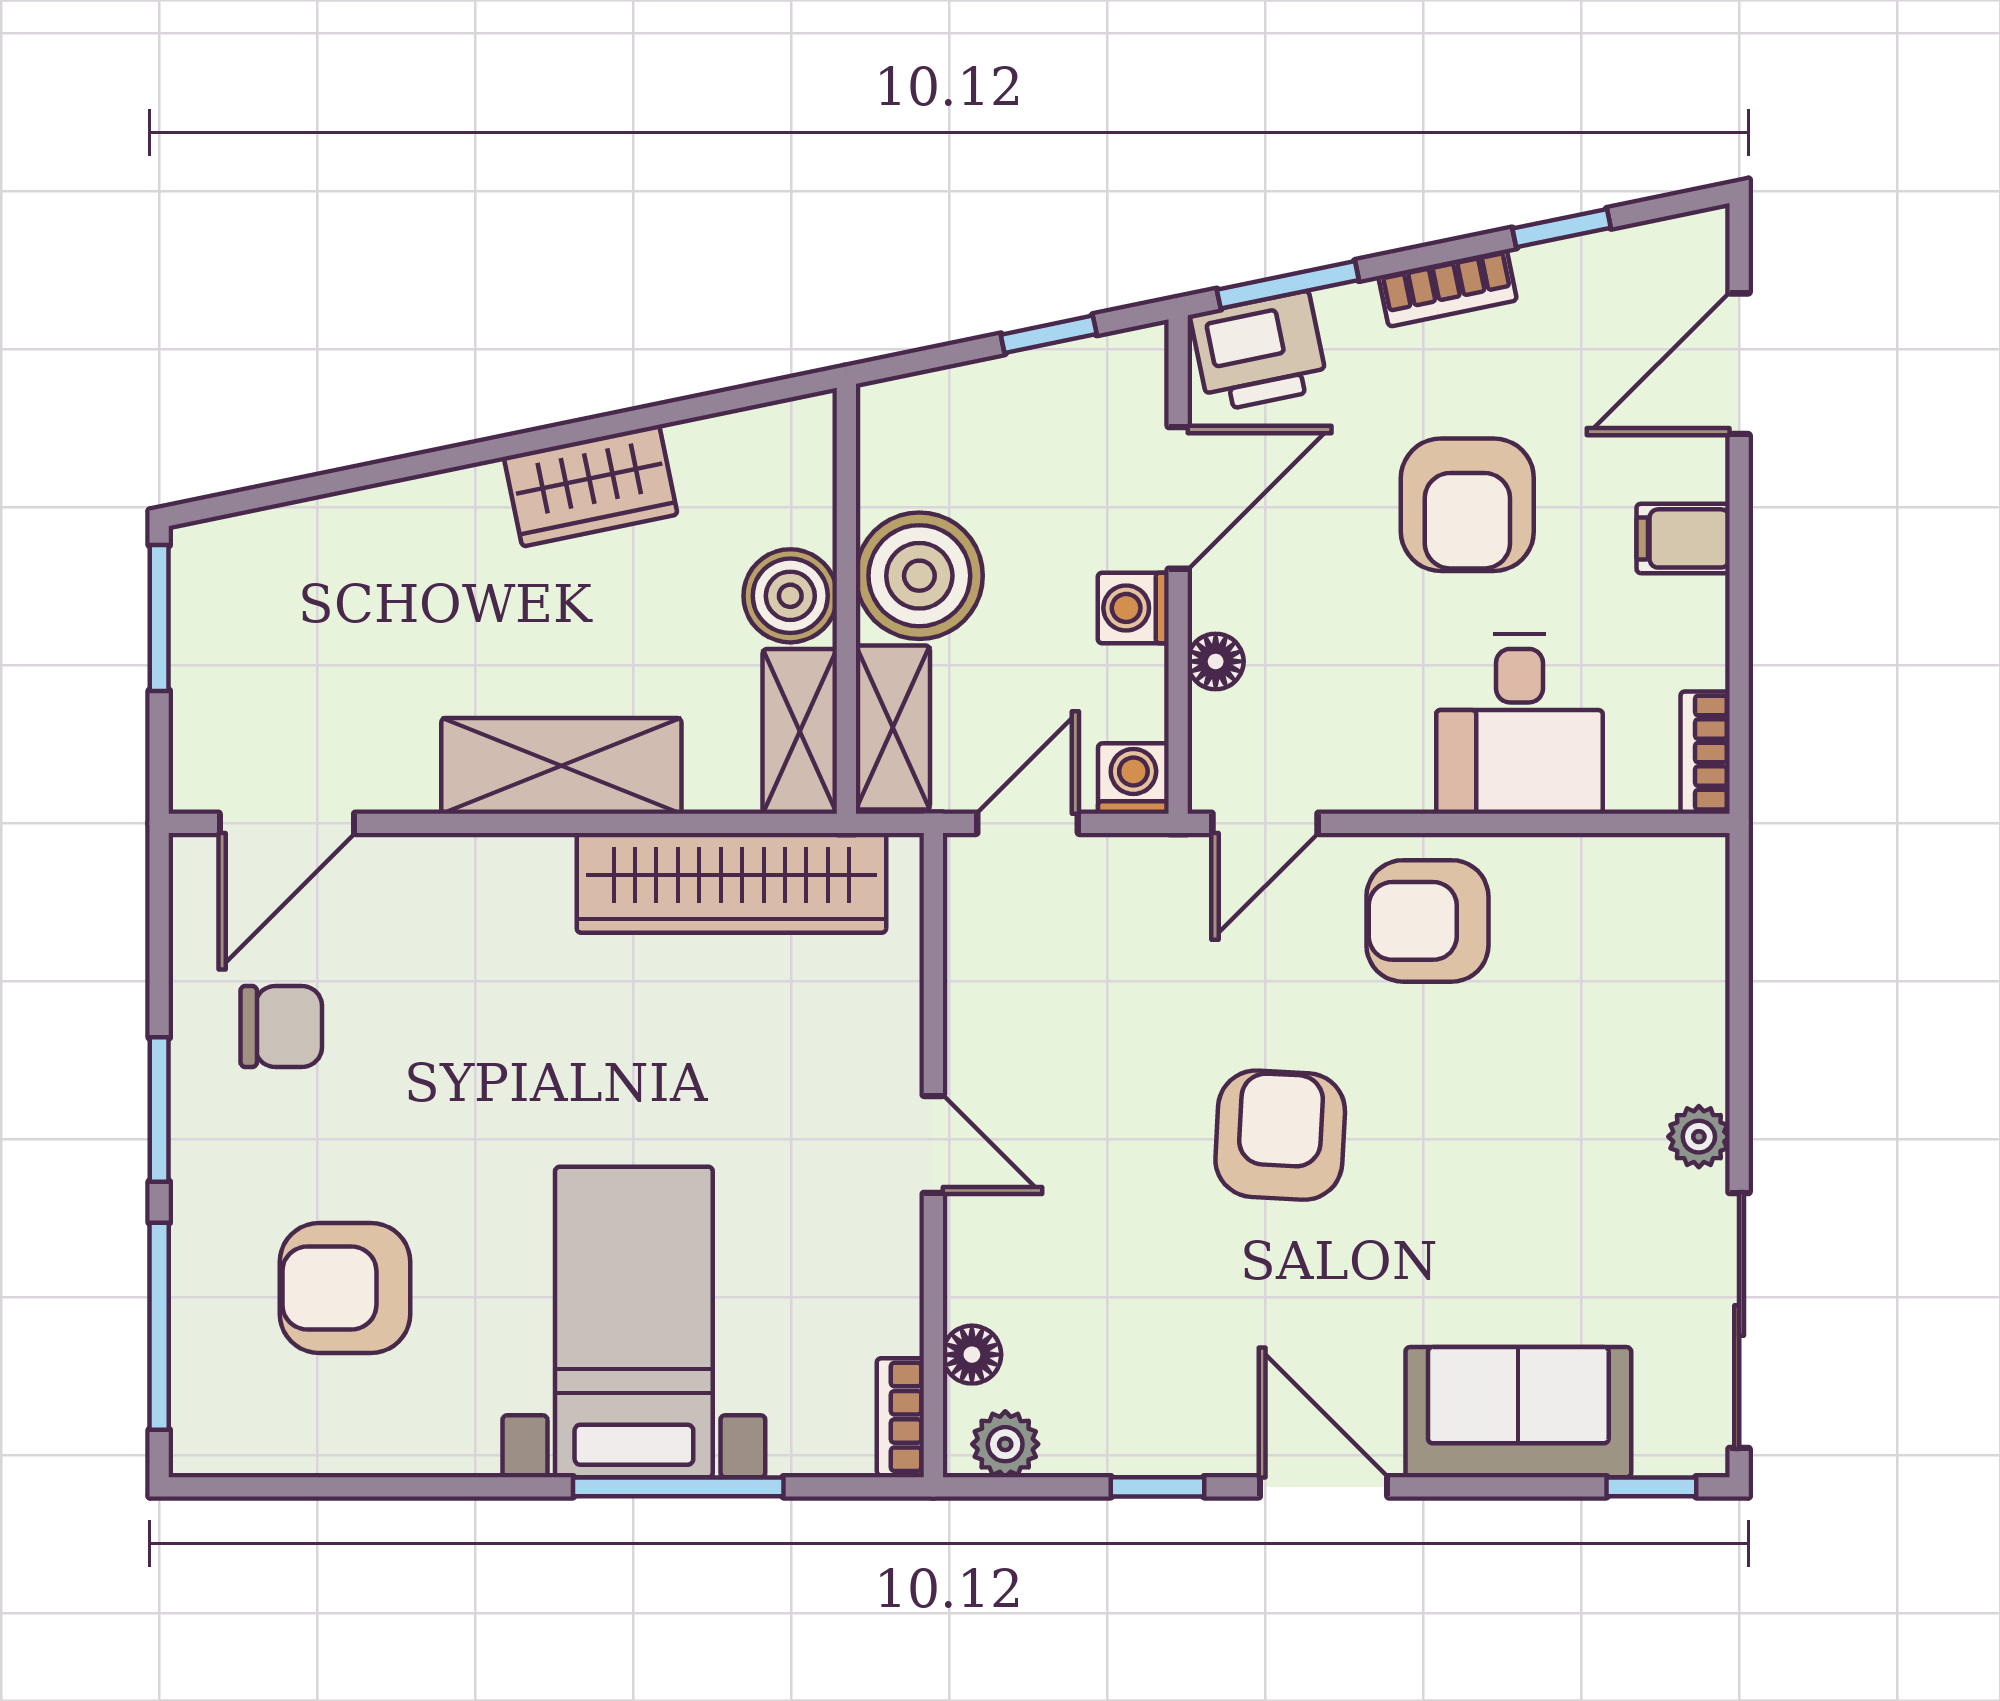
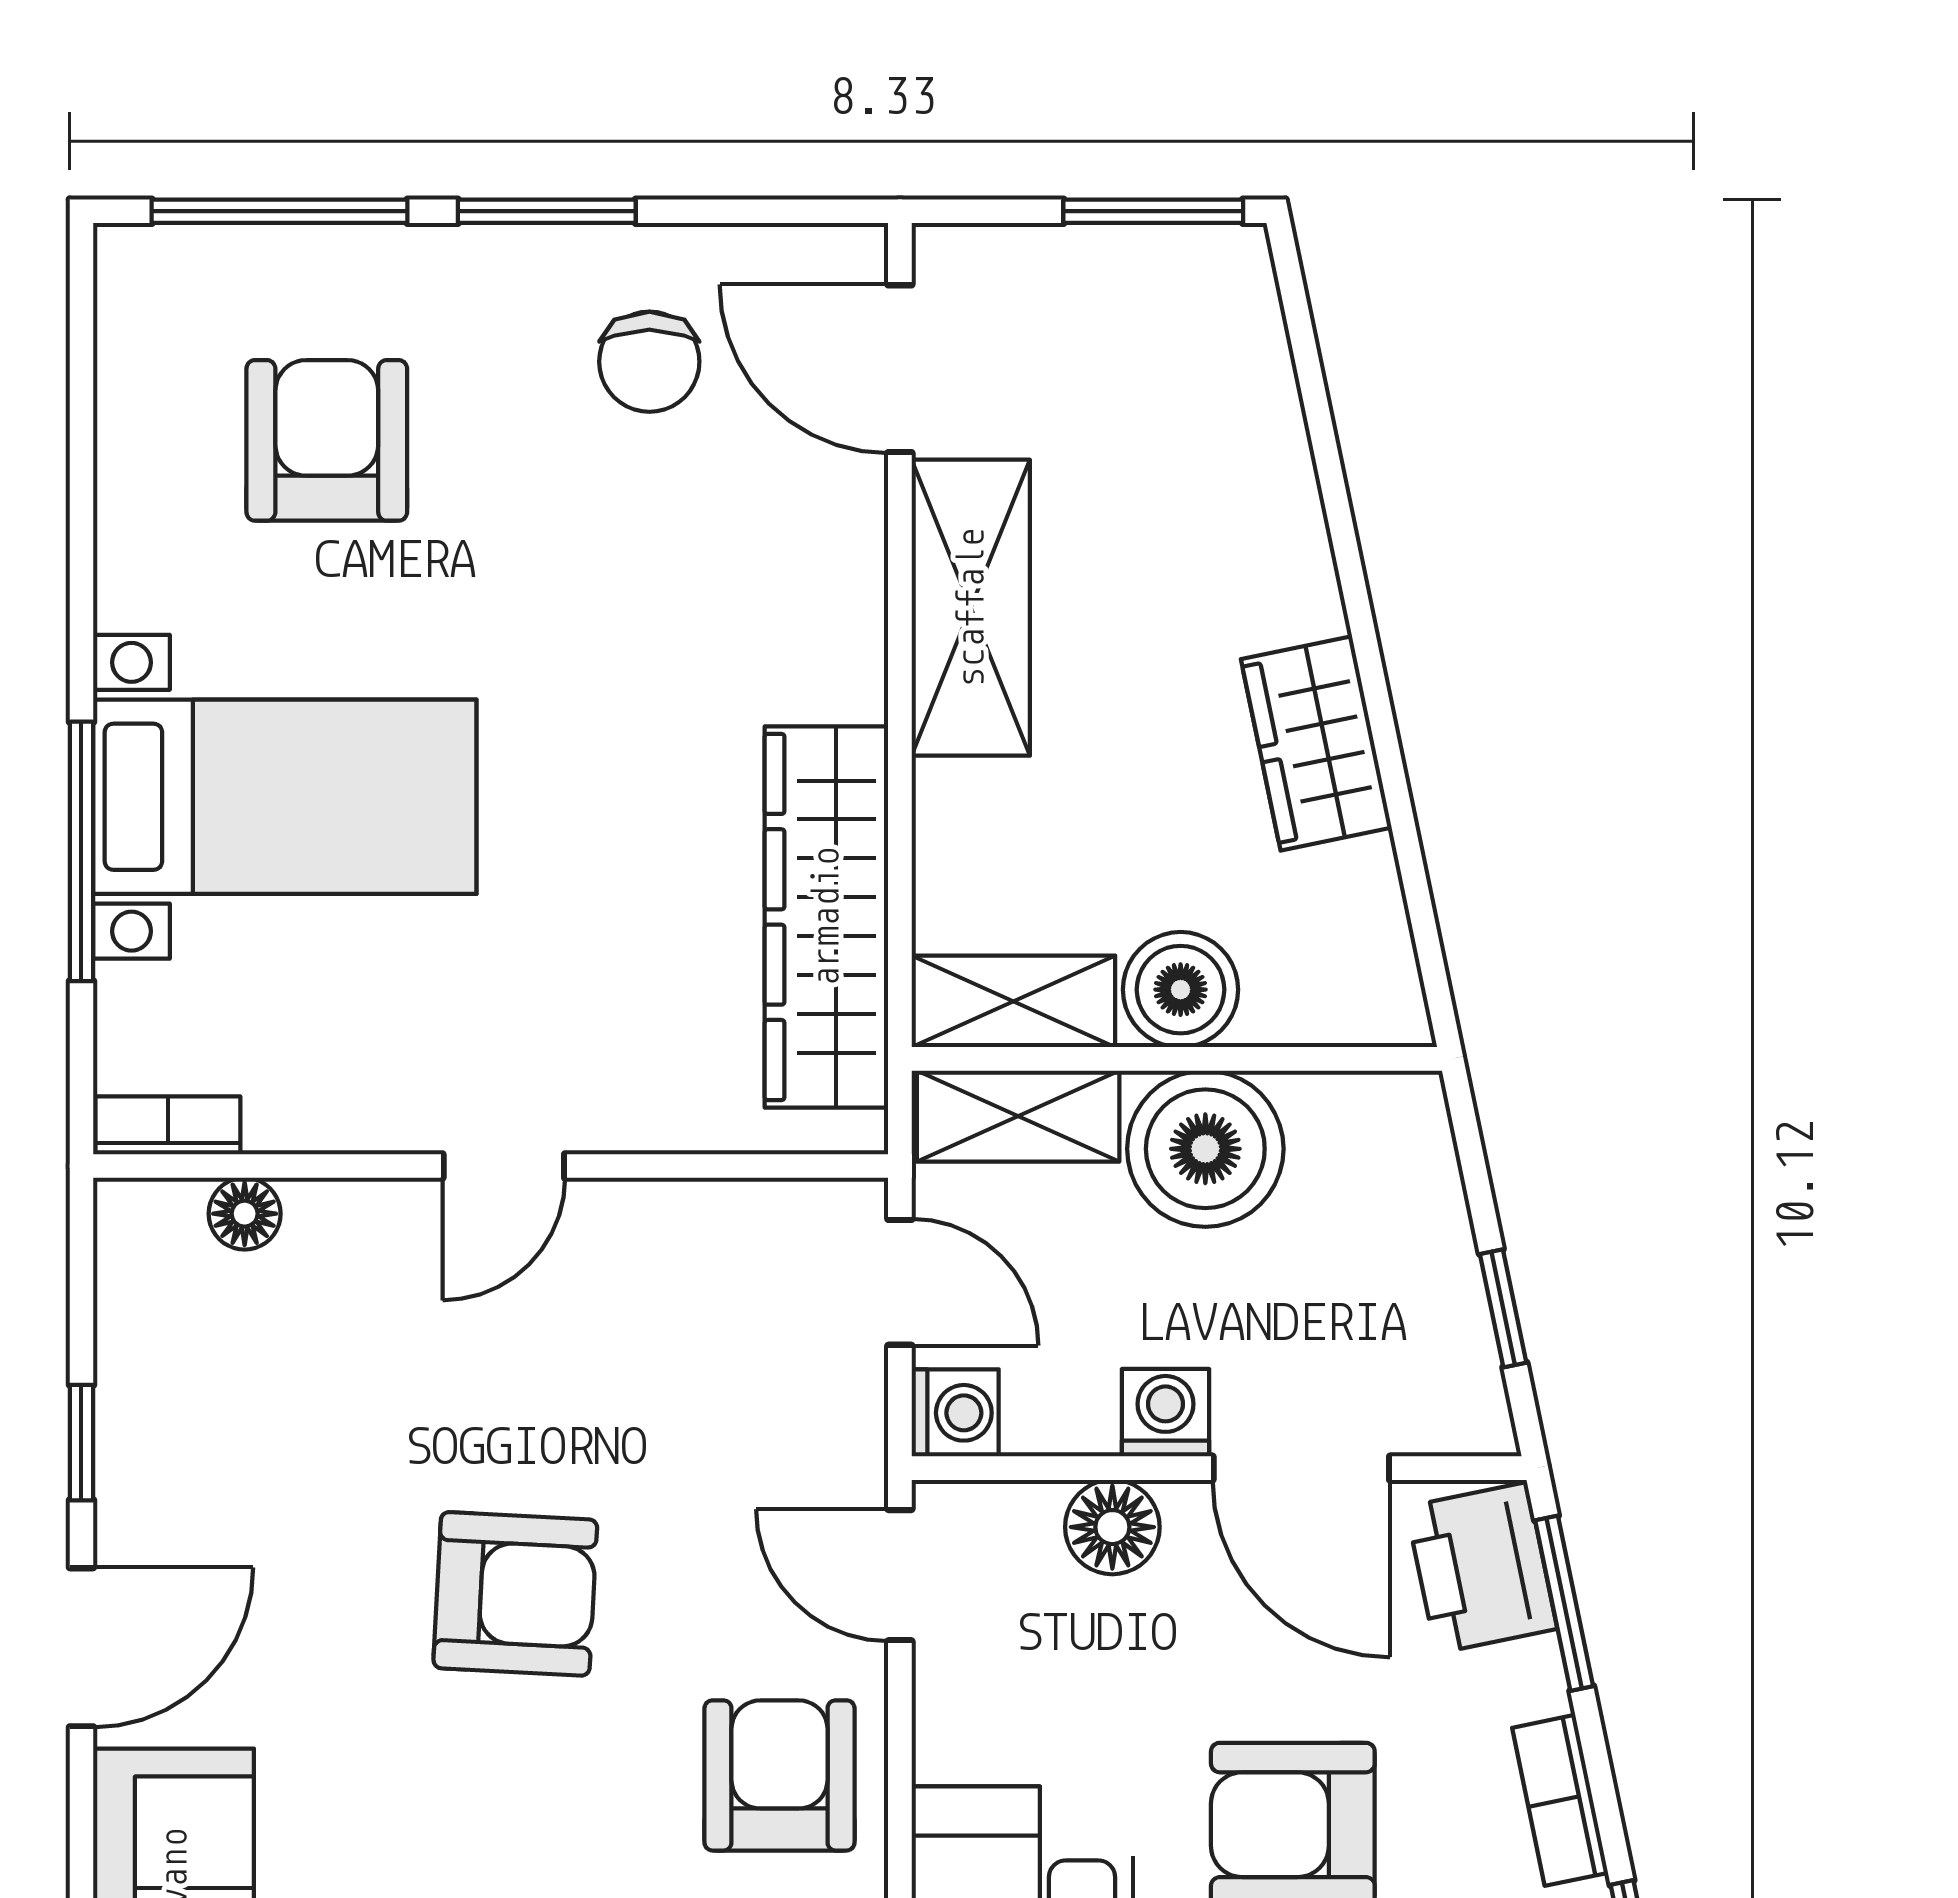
floor lamp: (1216, 661) -> (1112, 1527), width x1.37, depth x1.37
shelving: (561, 766) -> (971, 608), moved
plant: (1005, 1444) -> (134, 1255), removed

